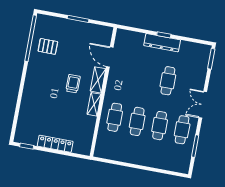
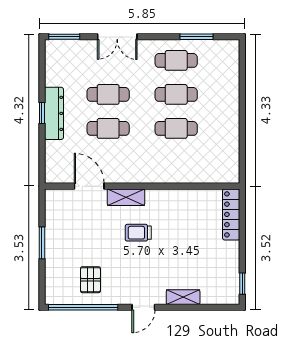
door: (110, 57) -> (89, 186), swing flipped
door: (23, 78) -> (143, 307), added
shelving: (94, 104) -> (183, 297), moved
double door: (203, 105) -> (117, 37), moved
cafe table: (115, 117) -> (108, 128), moved
locker: (55, 144) -> (231, 214), moved

